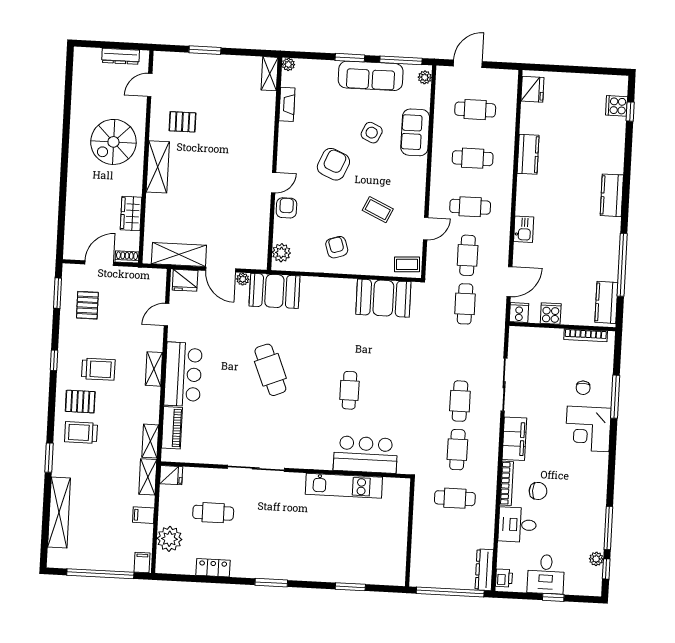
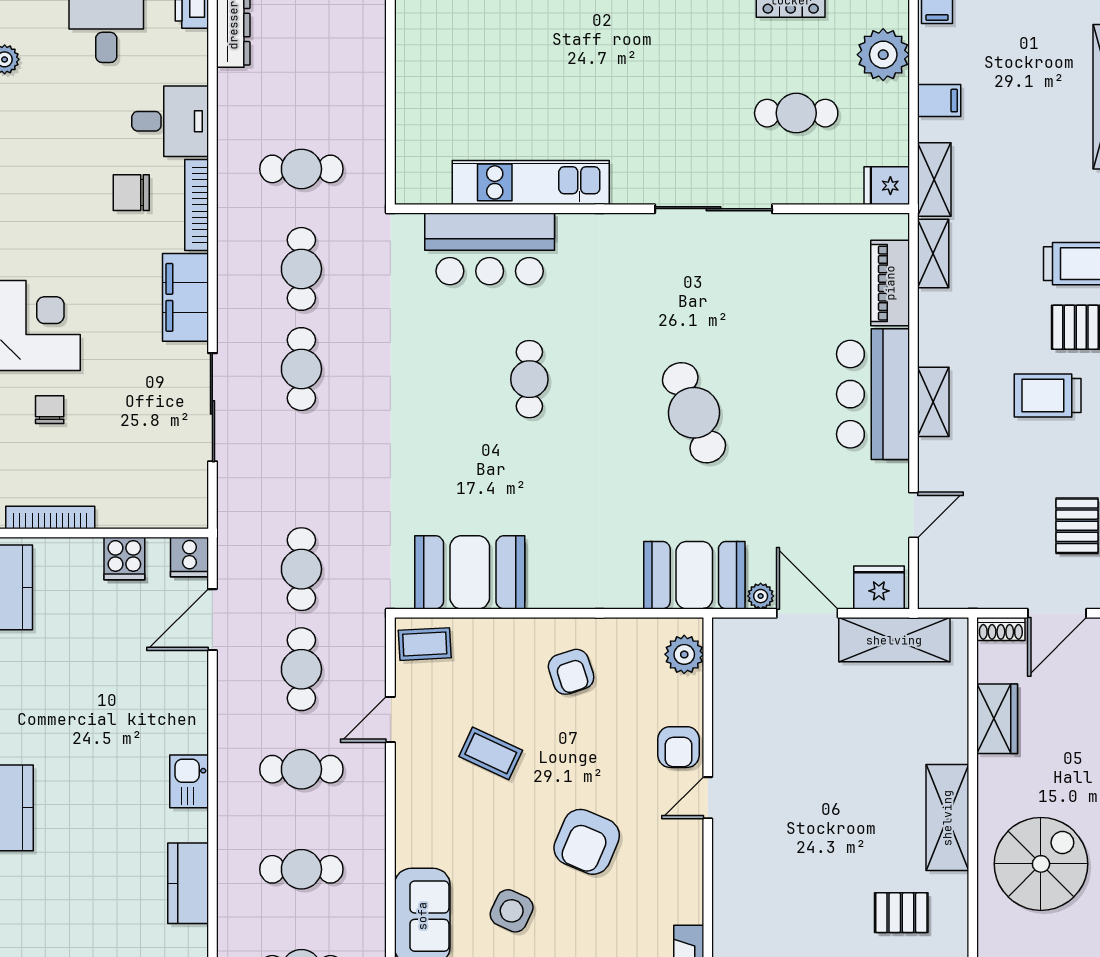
kitchen sink: (524, 229) -> (189, 781), moved

